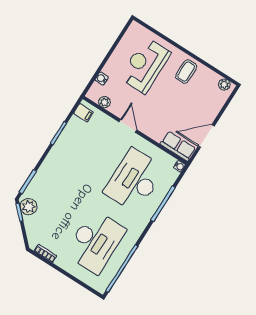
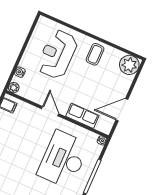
plant: (224, 84) -> (129, 65), width x1.88, depth x1.88
plant: (105, 102) -> (14, 88), moved
row of seats: (178, 146) -> (82, 116), moved

